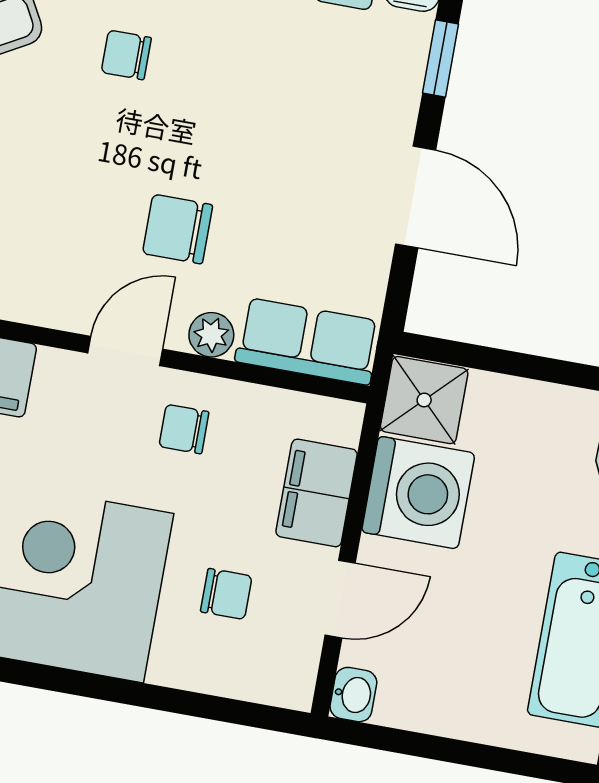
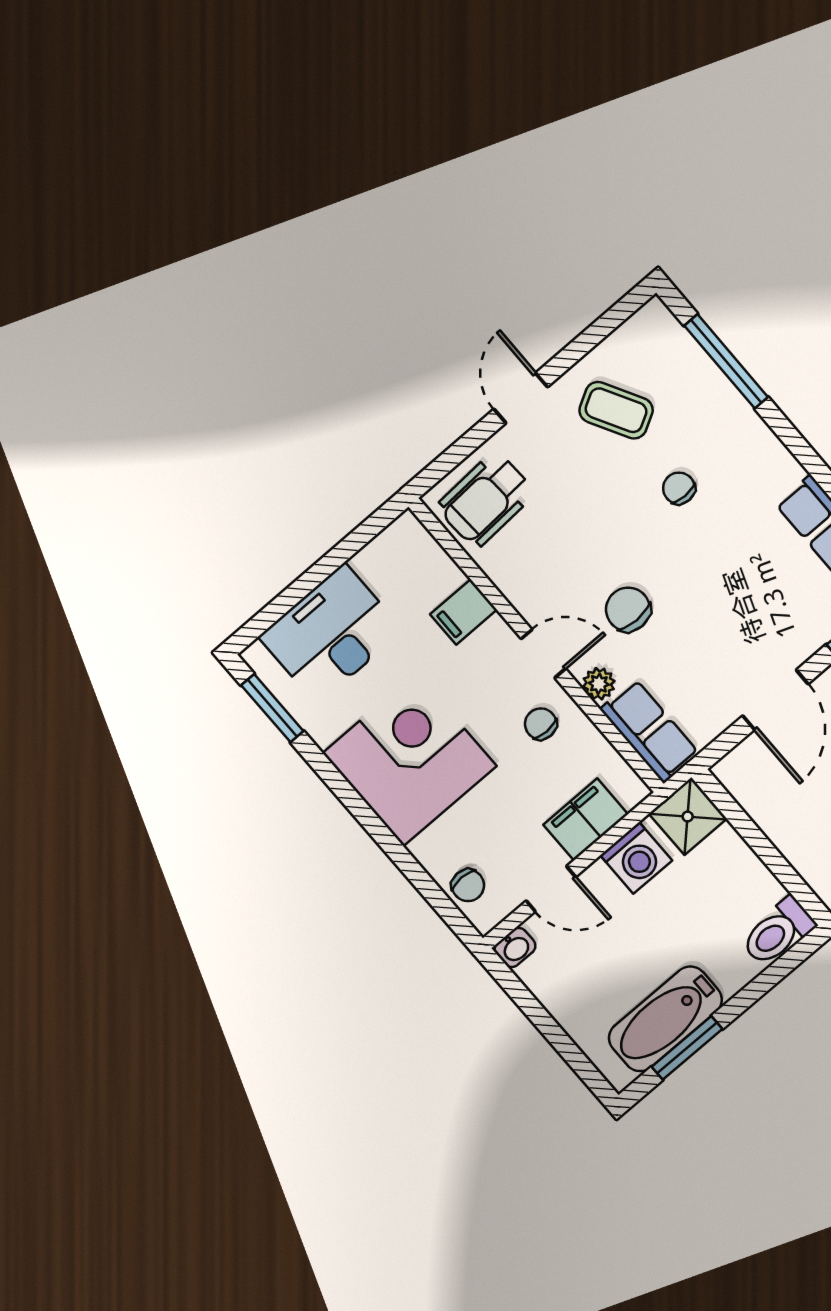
washing machine: (418, 493) -> (636, 858), width x0.73, depth x0.73
chair: (226, 594) -> (468, 885), moved

